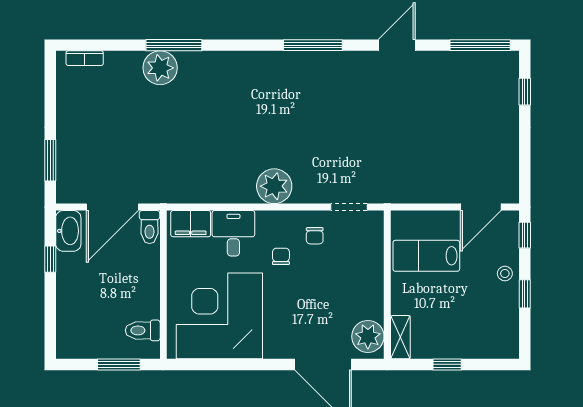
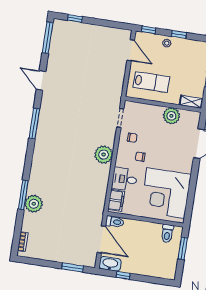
lab bench: (426, 256) -> (151, 82), turned -90
plant: (368, 336) -> (171, 116), moved

